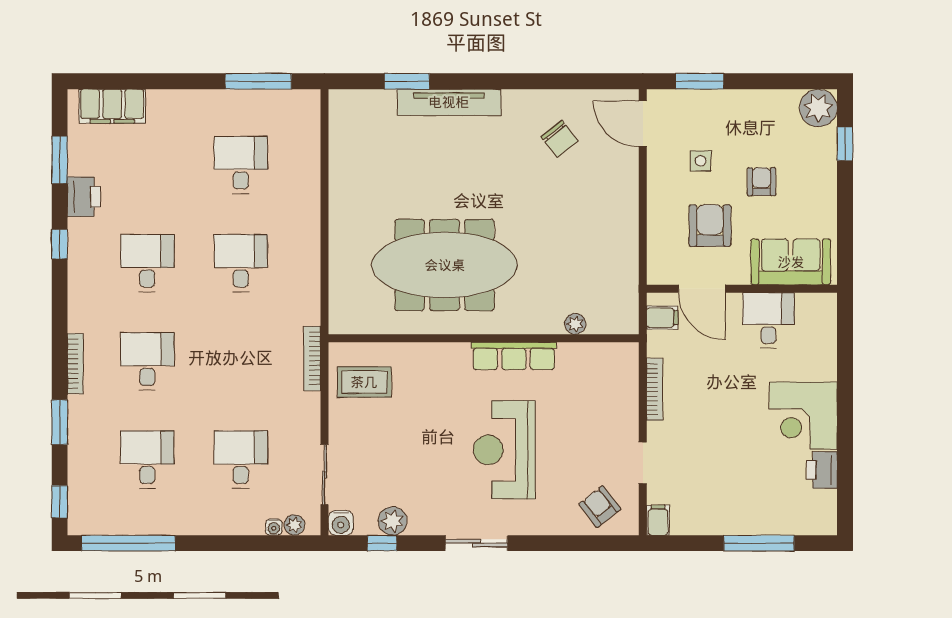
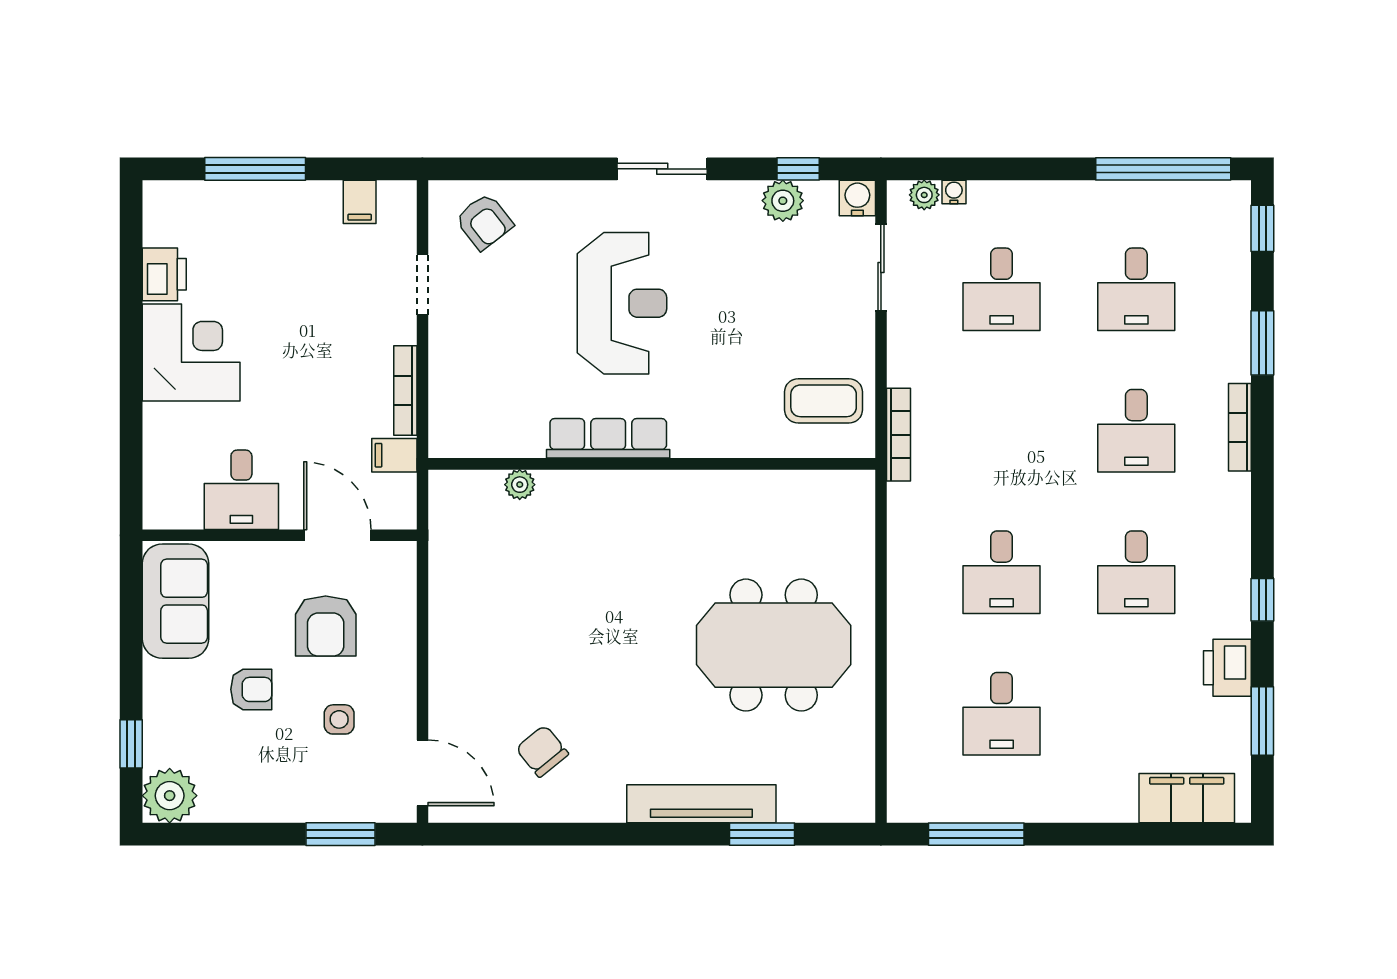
armchair: (762, 182) -> (251, 689), turned -90
sofa: (791, 262) -> (176, 601), moved, turned -90
meeting table: (445, 265) -> (774, 645), moved, width x0.73
filing cabinet: (662, 318) -> (394, 455), moved
filing cabinet: (658, 520) -> (360, 202), moved

